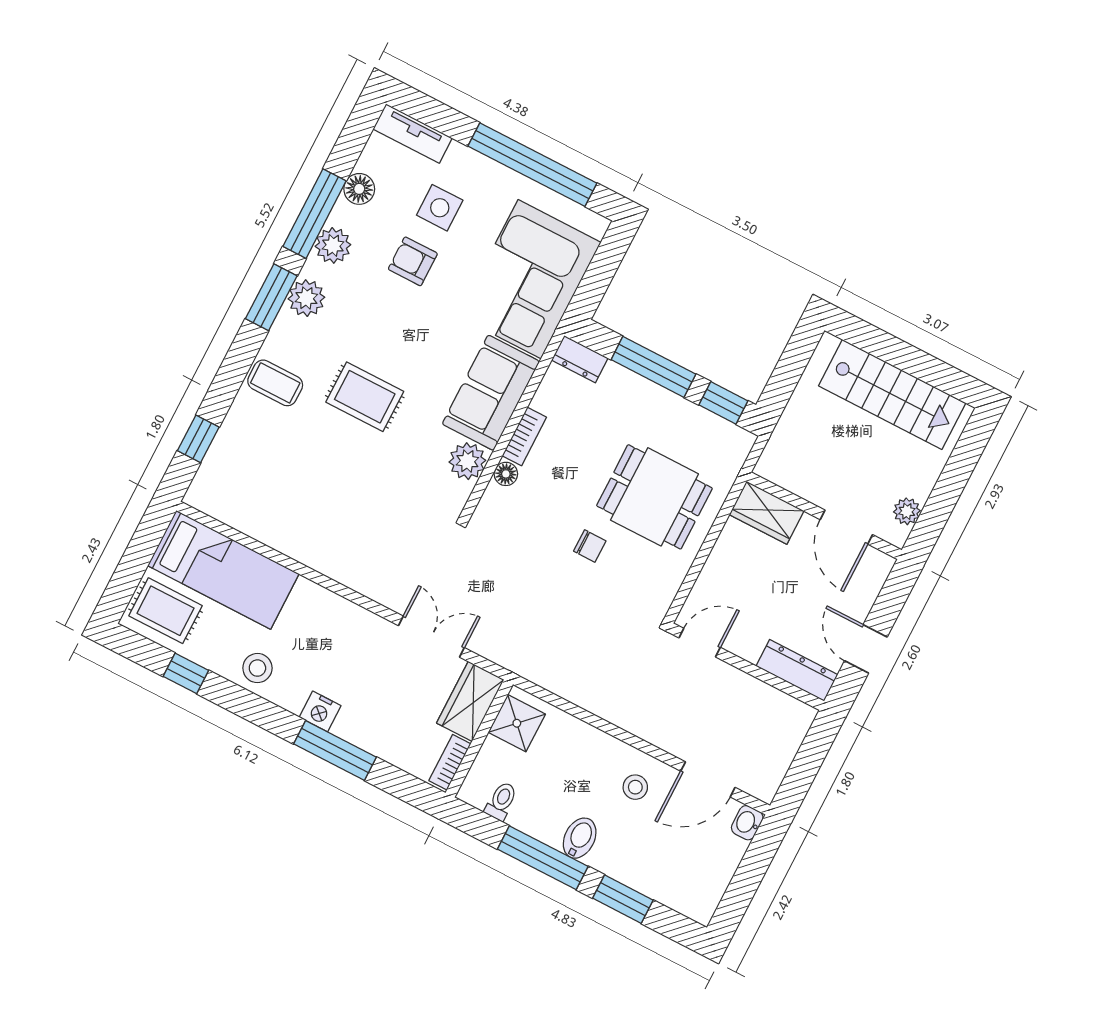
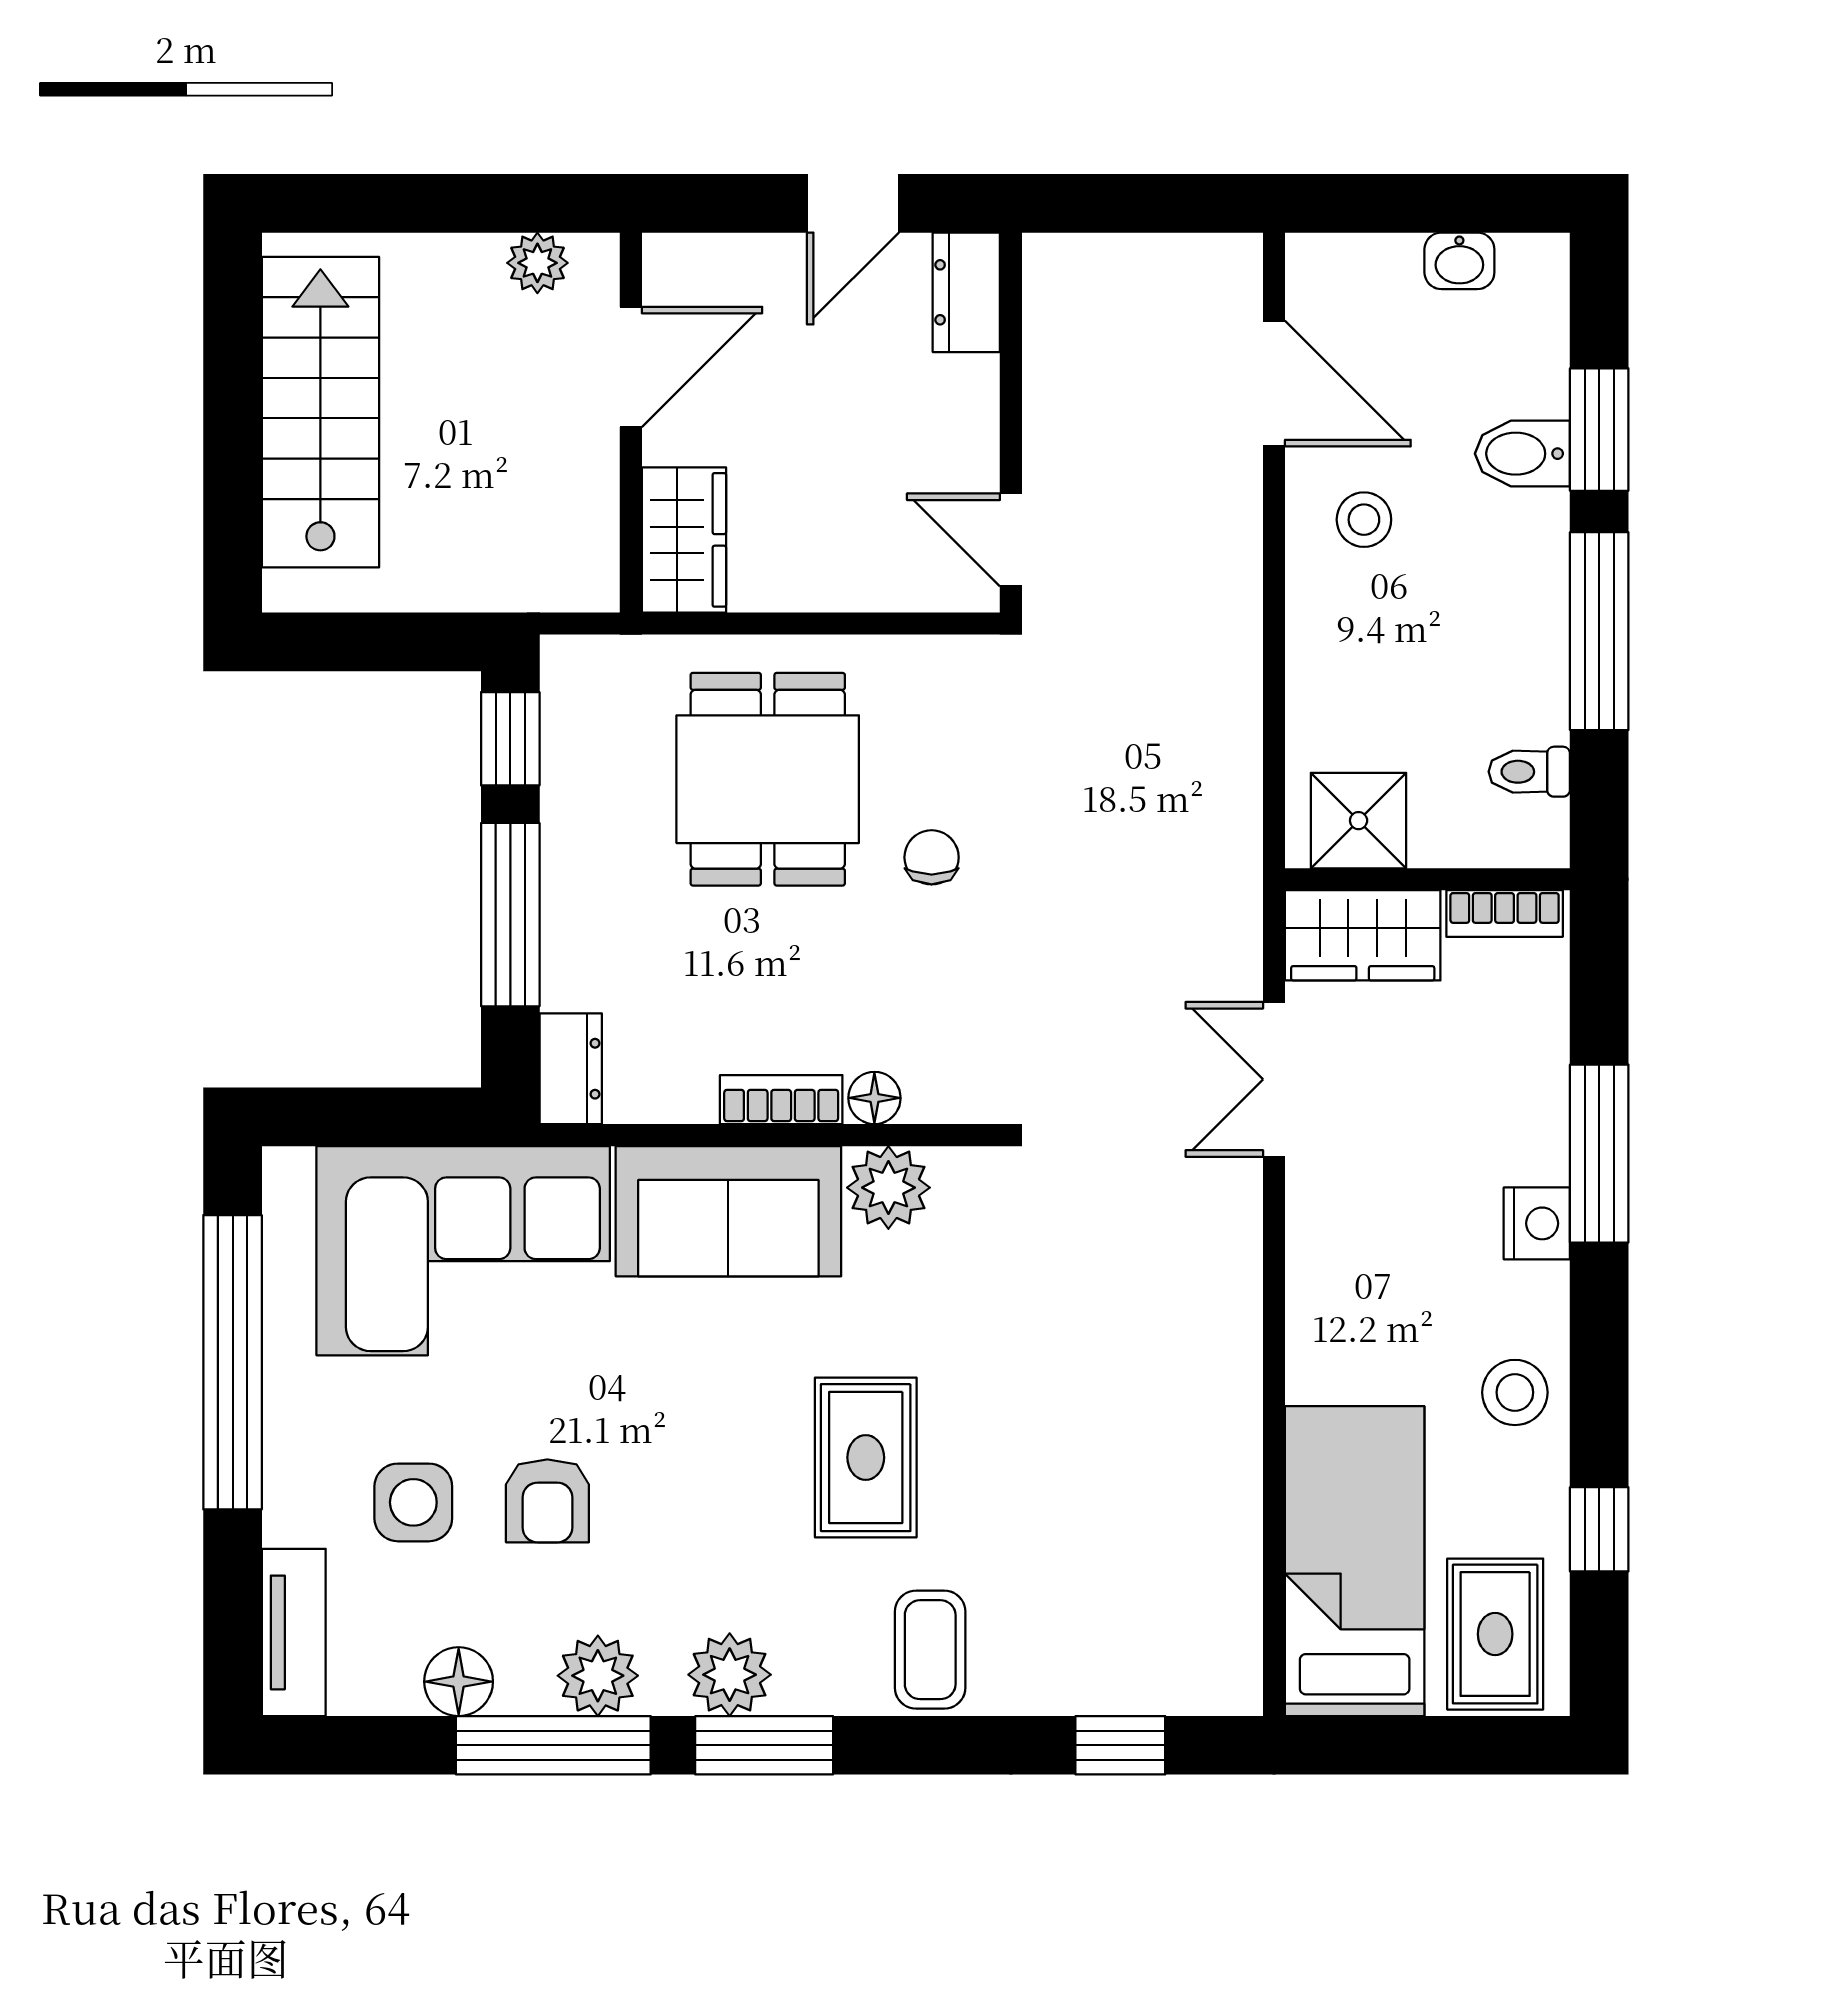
dresser: (797, 670) -> (966, 292), width x0.70
washbasin: (747, 823) -> (1459, 261), moved
bidet: (580, 838) -> (1522, 454), moved

